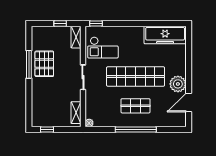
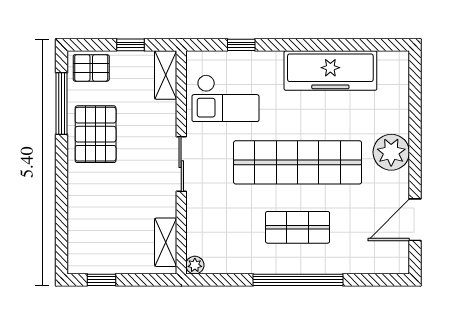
window: (96, 23) -> (241, 45), moved
pallet: (42, 34) -> (91, 68), added
freezer: (165, 35) -> (330, 71), moved
window: (29, 64) -> (61, 104), moved
plant: (178, 84) -> (391, 152), moved

